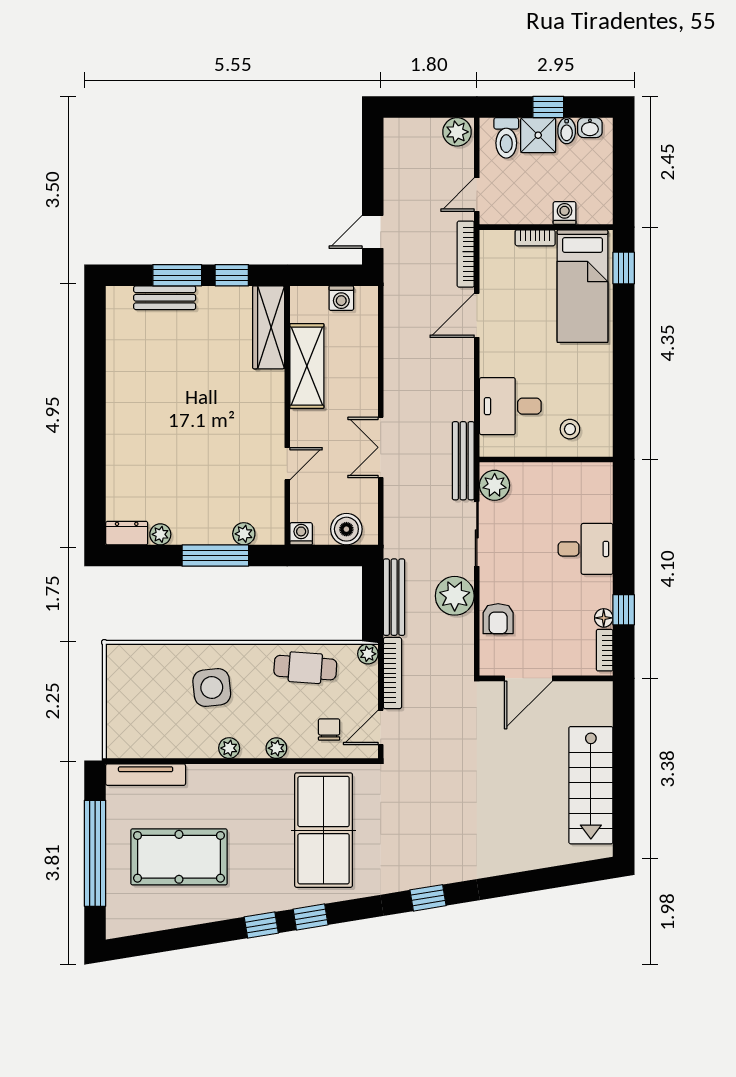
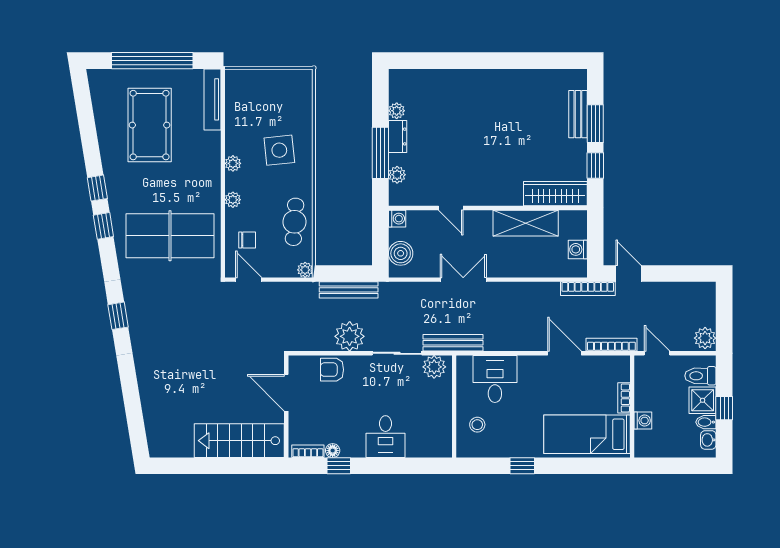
window: (624, 268) -> (522, 466), moved
dresser: (127, 533) -> (398, 137), moved
bookcase: (392, 673) -> (588, 289), moved
stairs: (591, 785) -> (239, 441), moved

